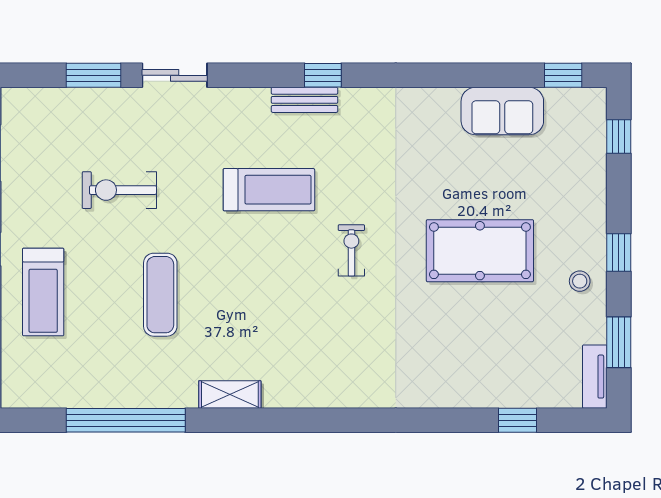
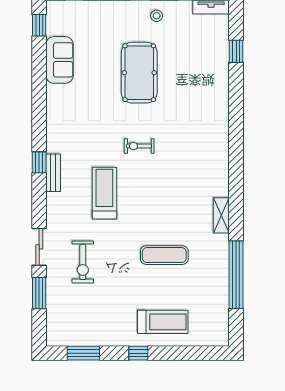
exercise bike: (119, 190) -> (83, 262), moved

